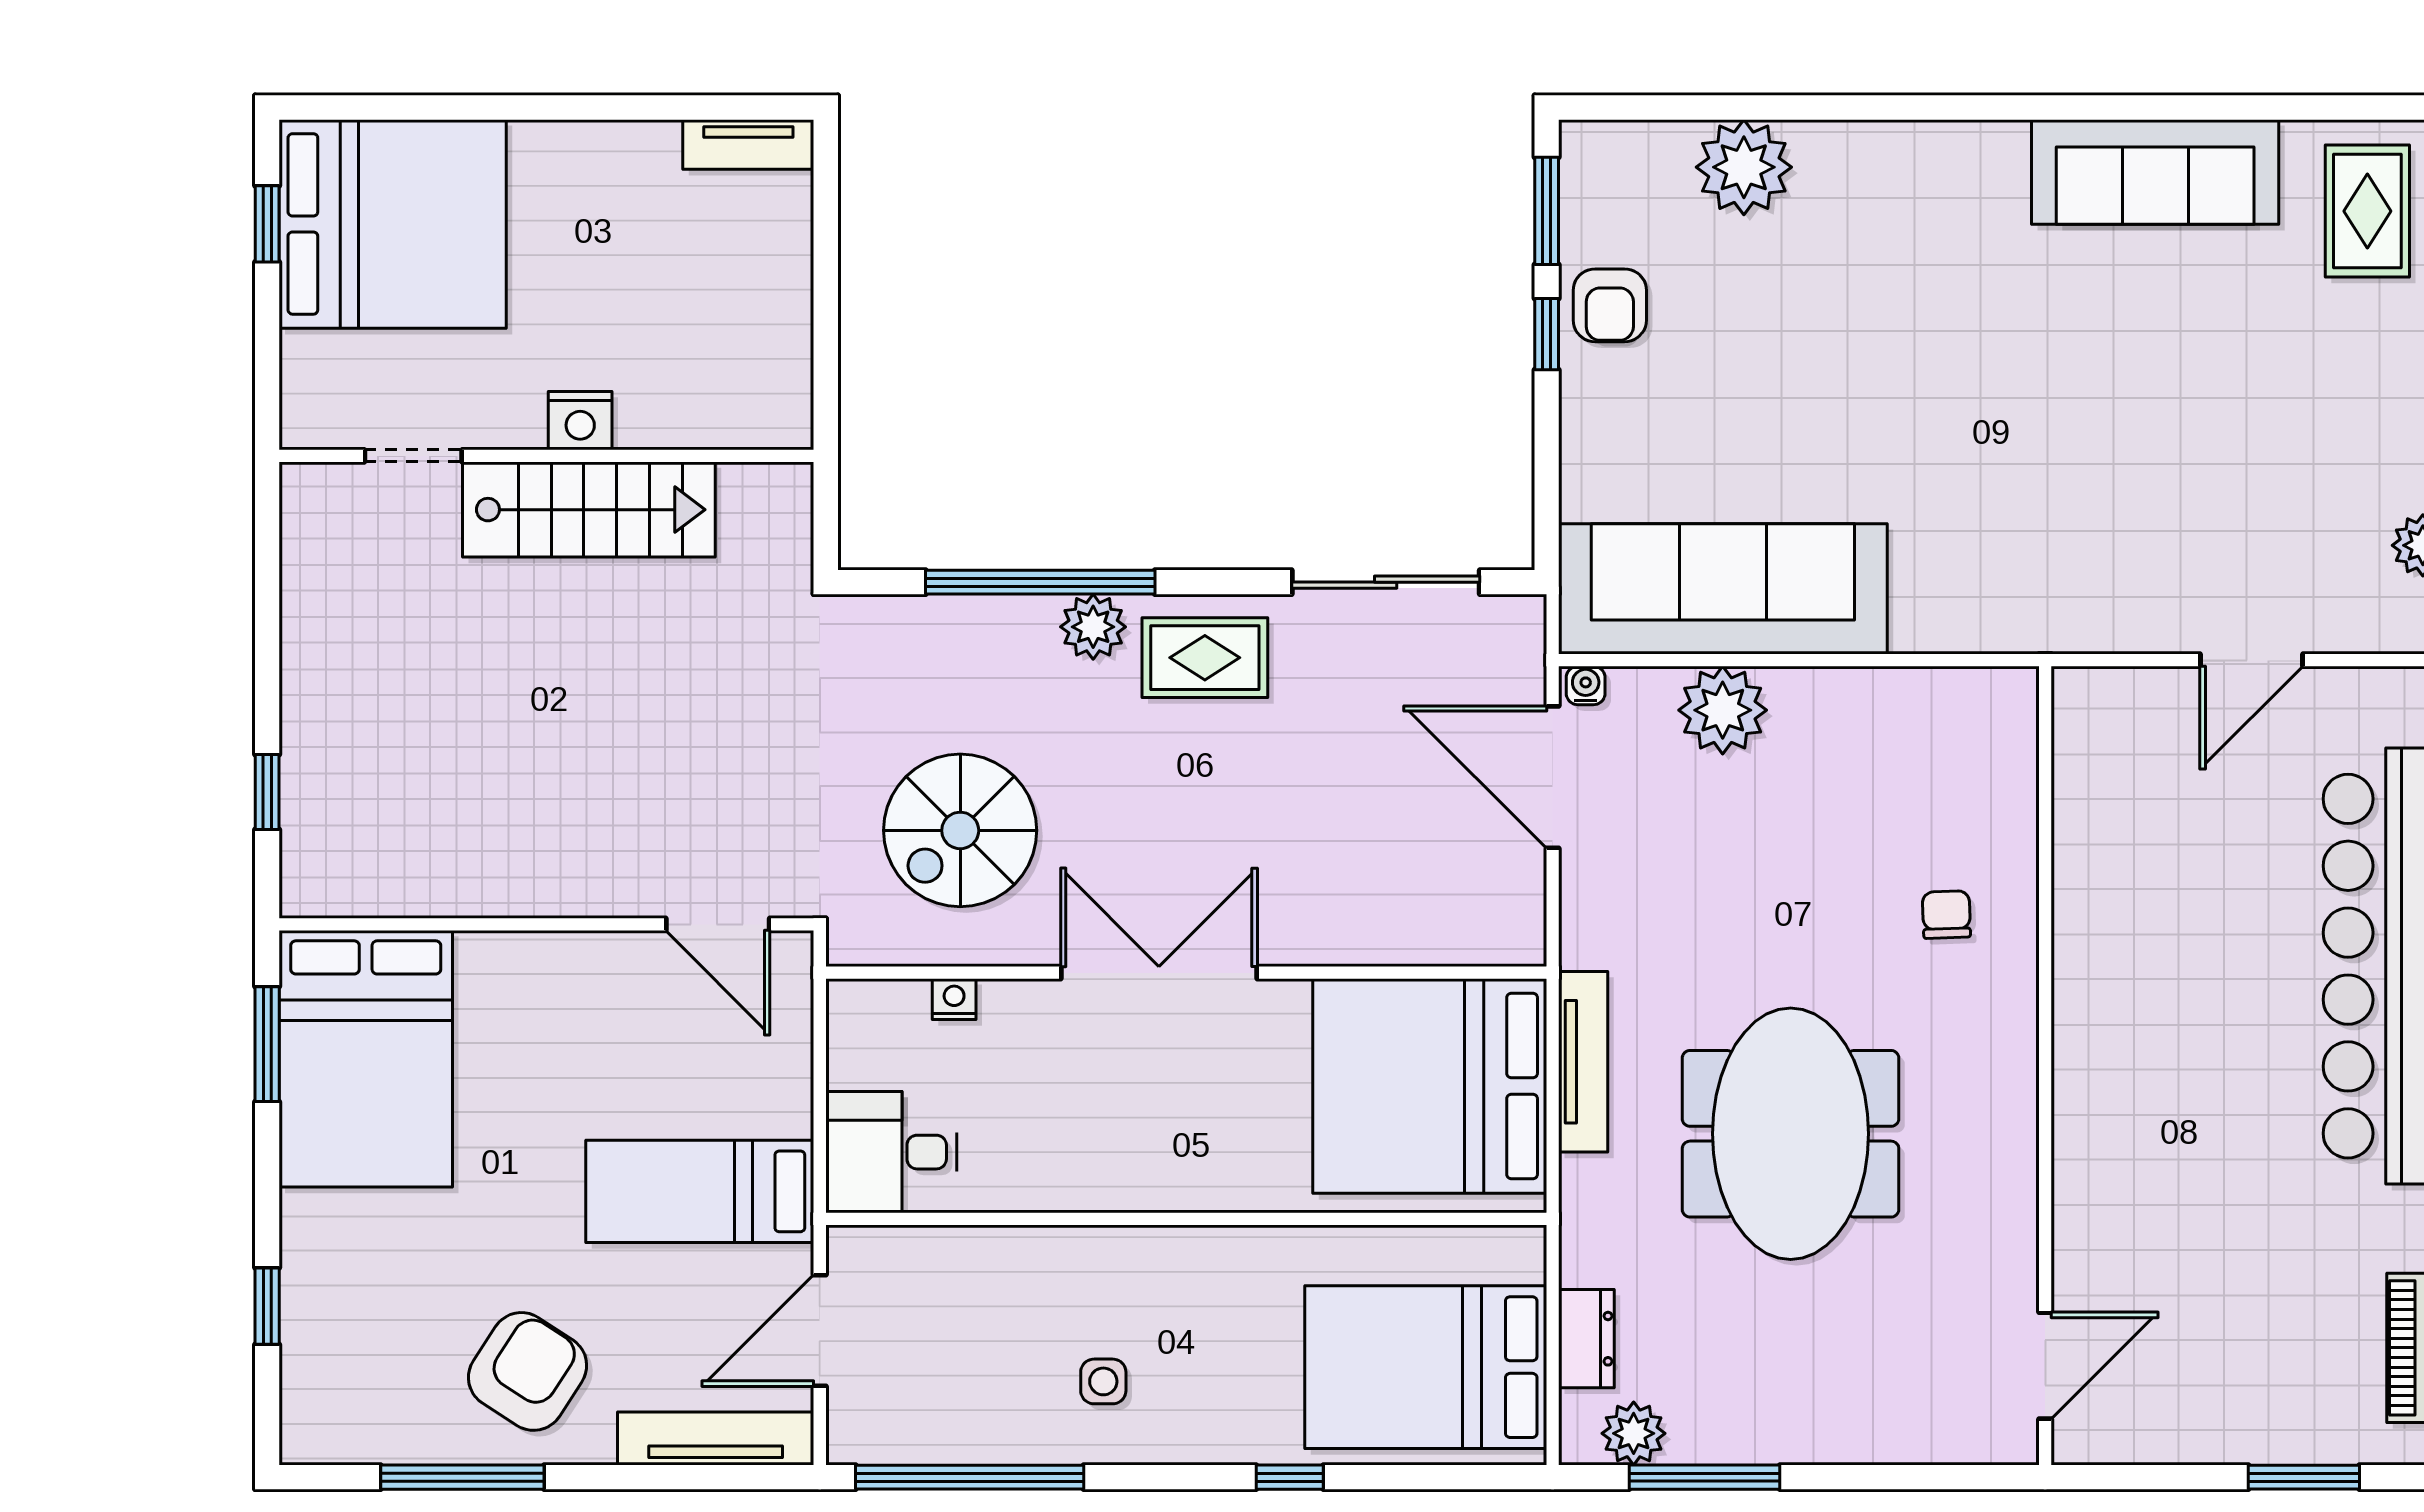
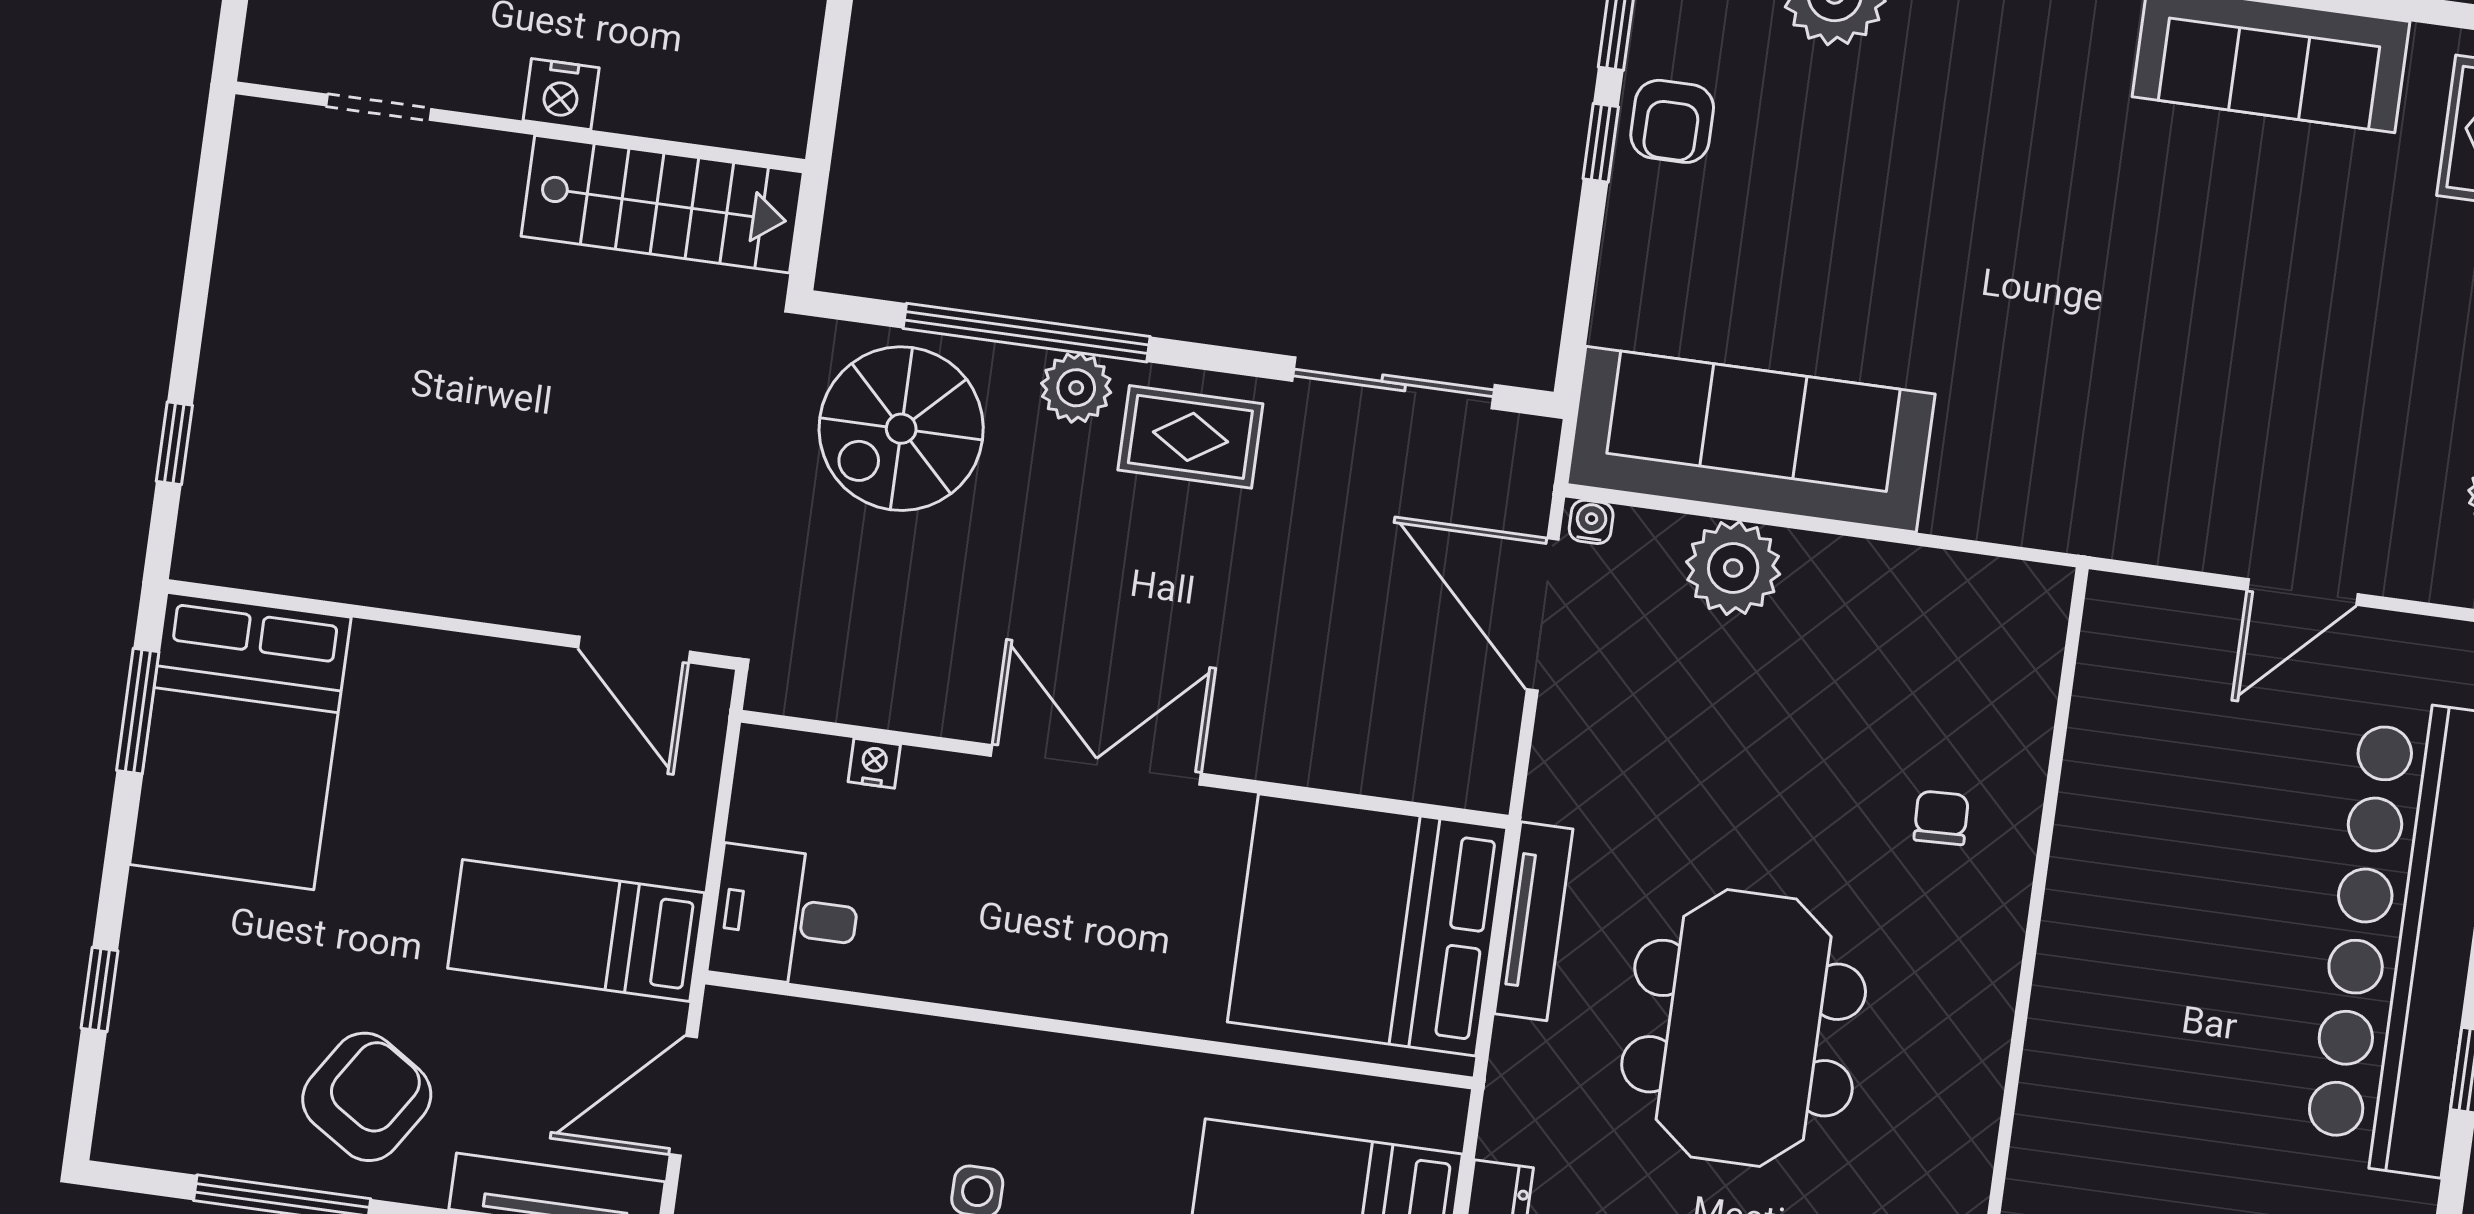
stairs: (589, 510) -> (662, 204), moved
spiral stairs: (960, 830) -> (901, 429), moved

